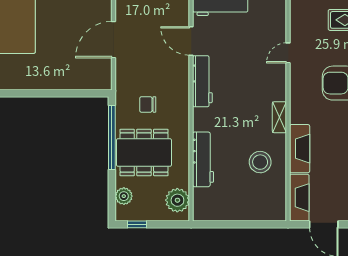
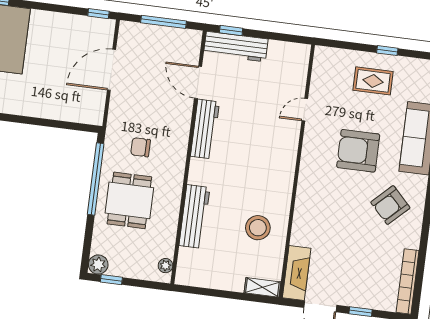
shelving: (279, 117) -> (262, 287), moved, turned 90
fireplace: (300, 149) -> (304, 218), removed
dining table: (144, 152) -> (129, 200), width x0.73
plant: (124, 196) -> (98, 265), moved
plant: (177, 200) -> (165, 266), width x0.53, depth x0.53

